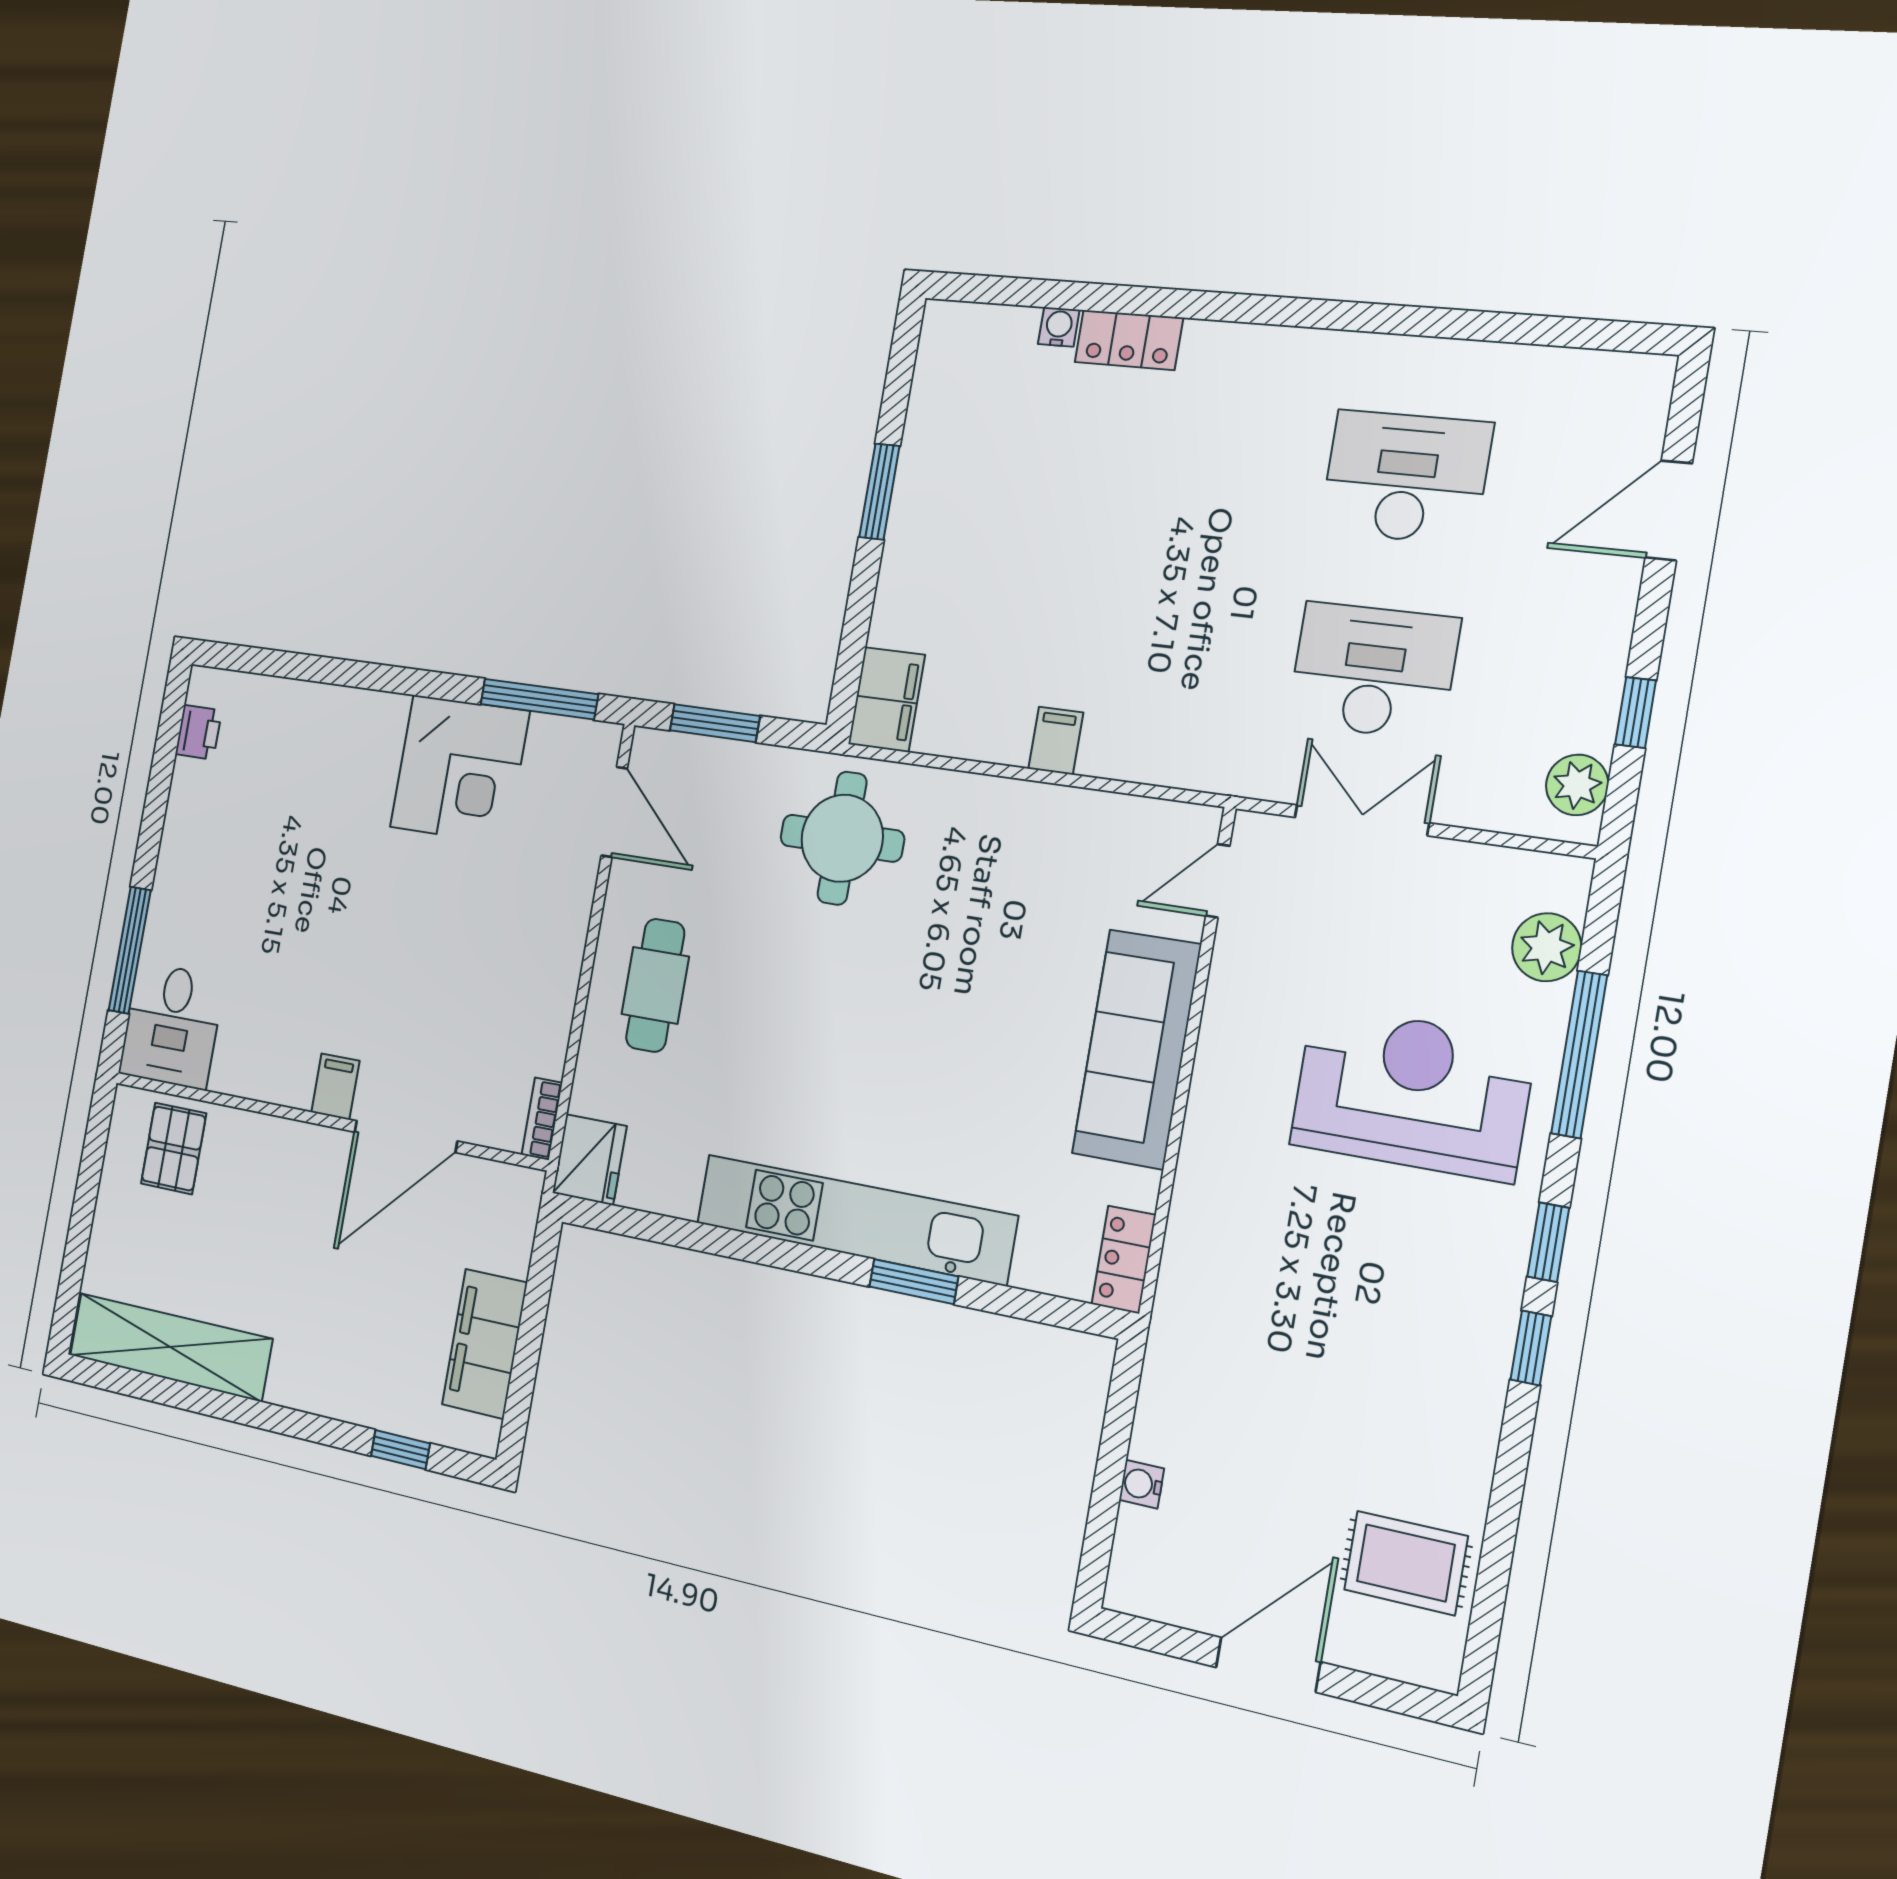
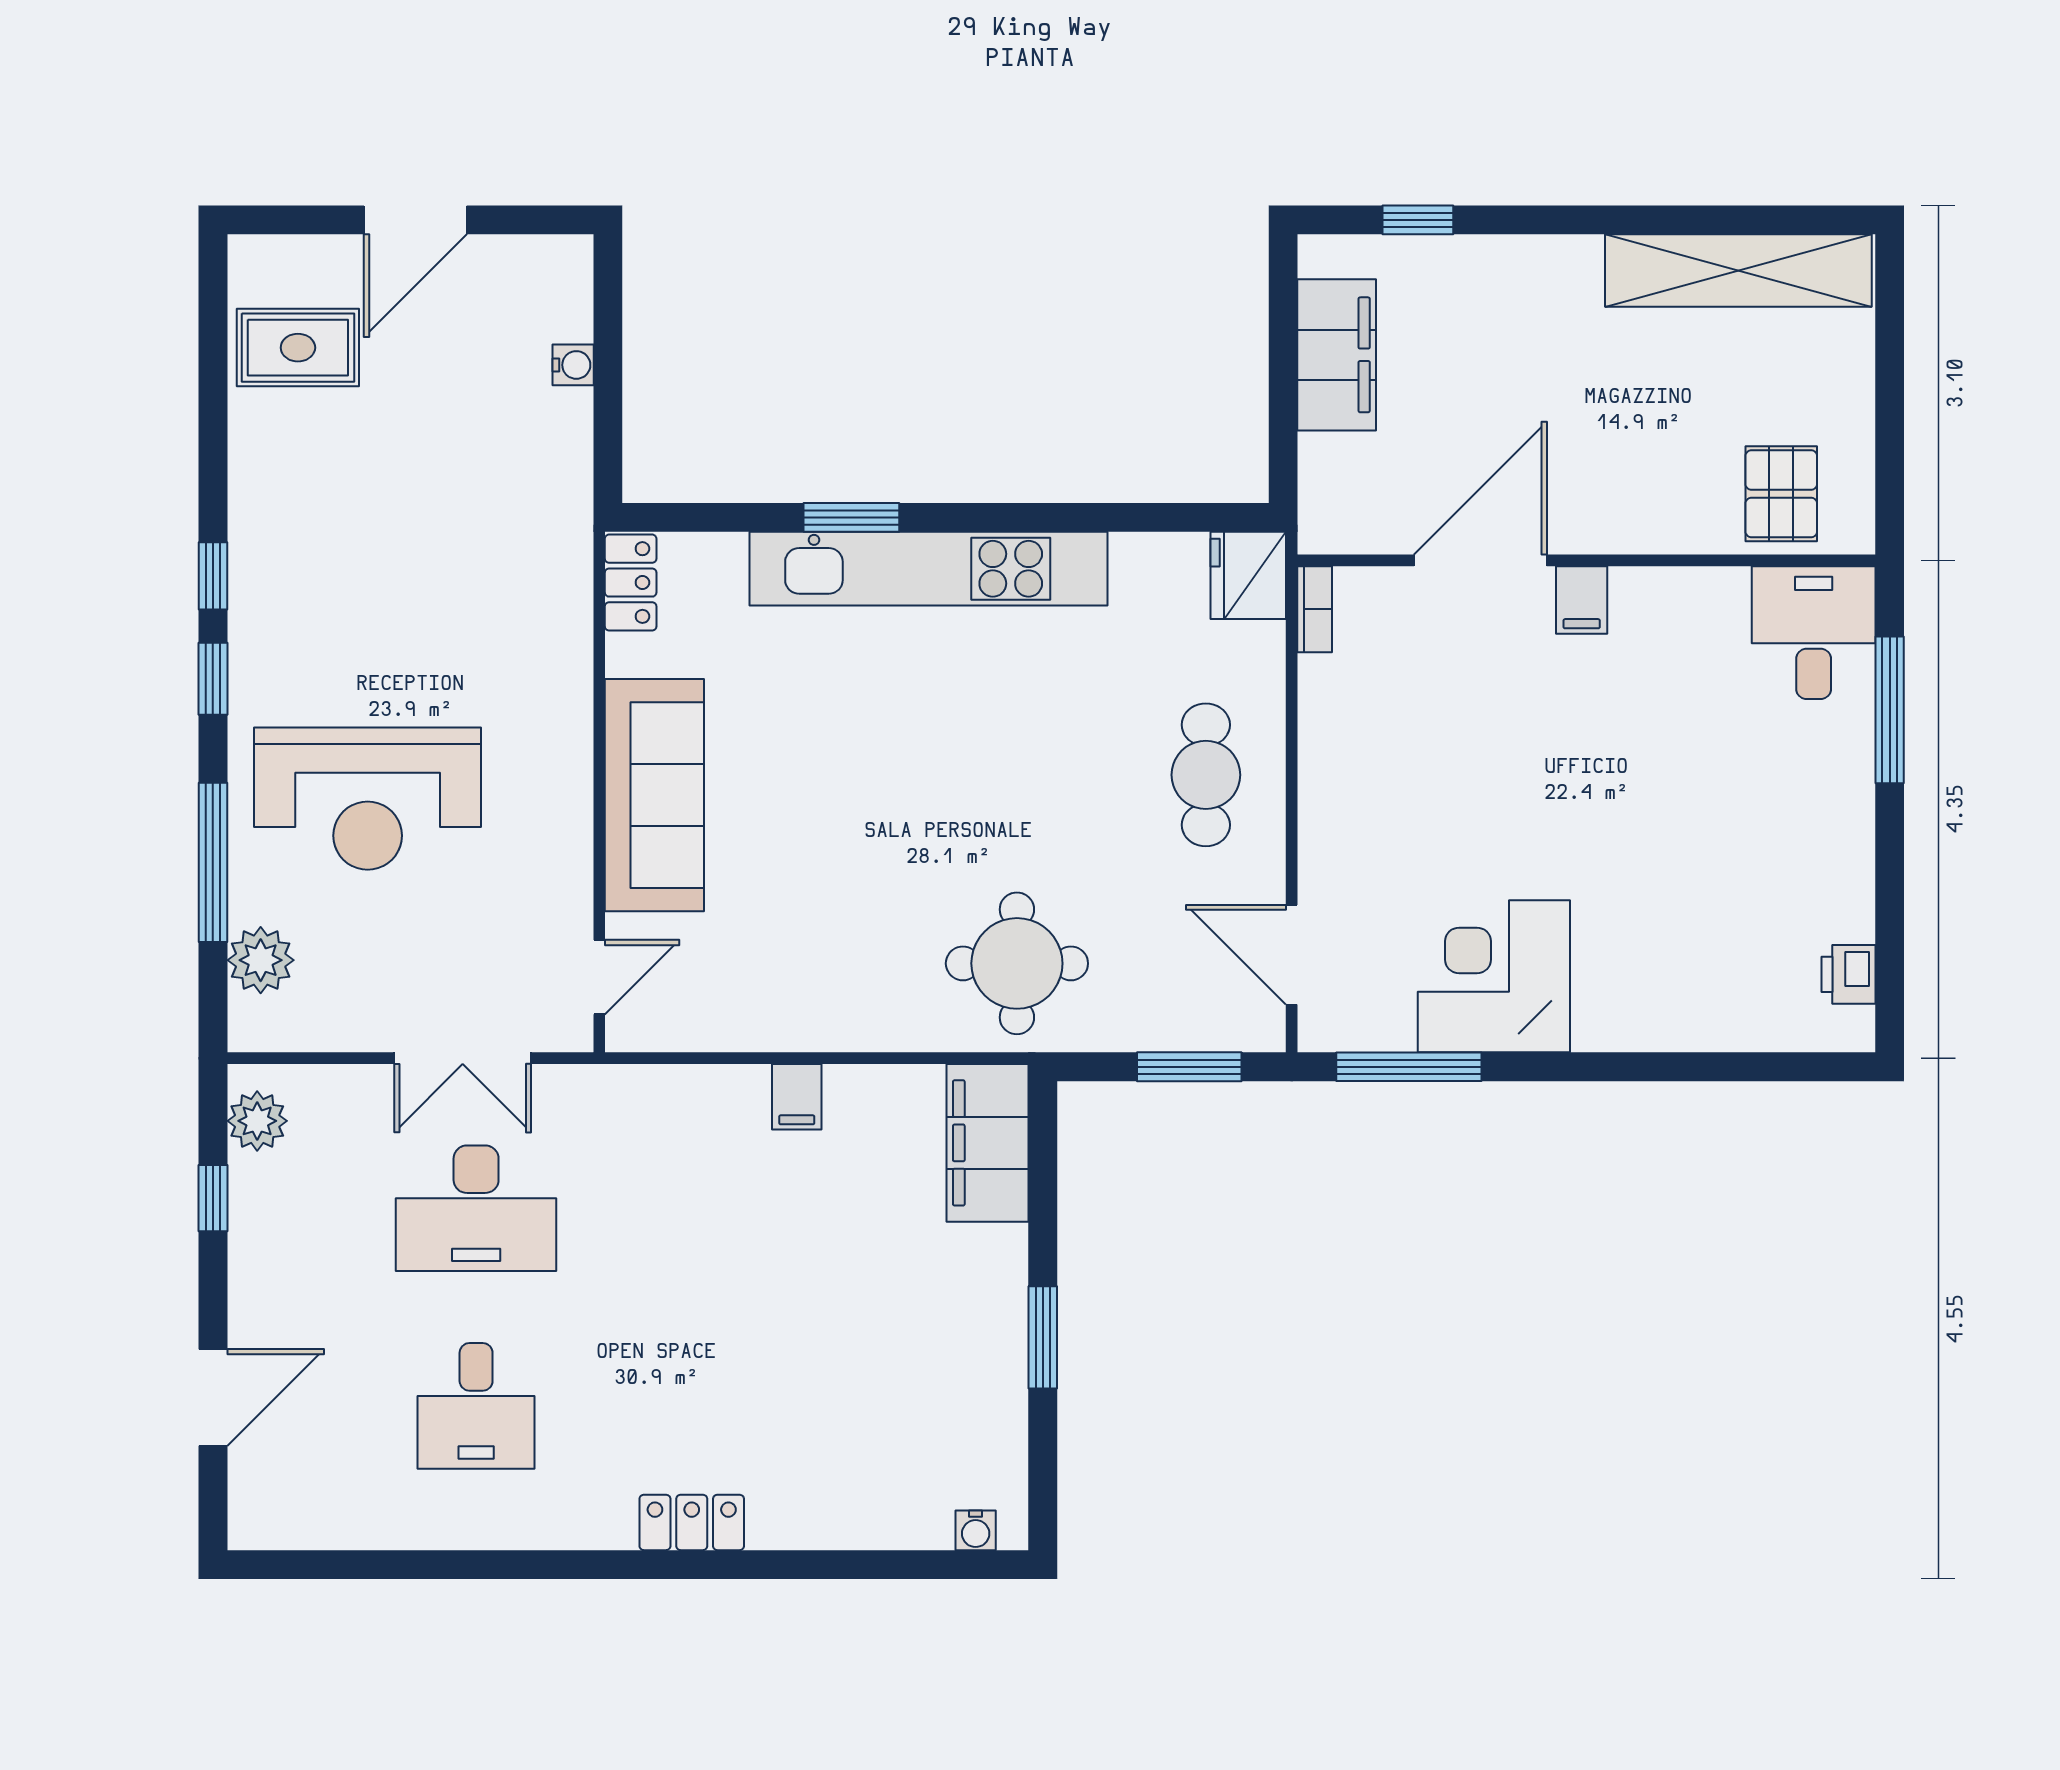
water cooler: (1059, 327) -> (976, 1530), moved
locker: (1129, 340) -> (692, 1522), moved
desk: (1406, 477) -> (476, 1406), width x0.73
filing cabinet: (887, 700) -> (987, 1143), width x1.50, depth x1.17

